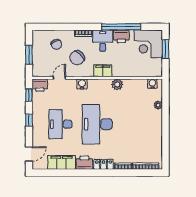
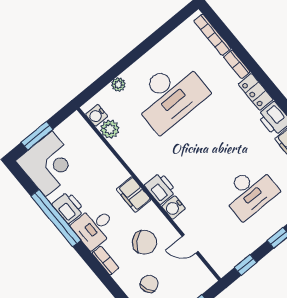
plant: (117, 84) -> (110, 129), moved
printer: (40, 85) -> (160, 188), moved
desk: (97, 124) -> (170, 95), moved

